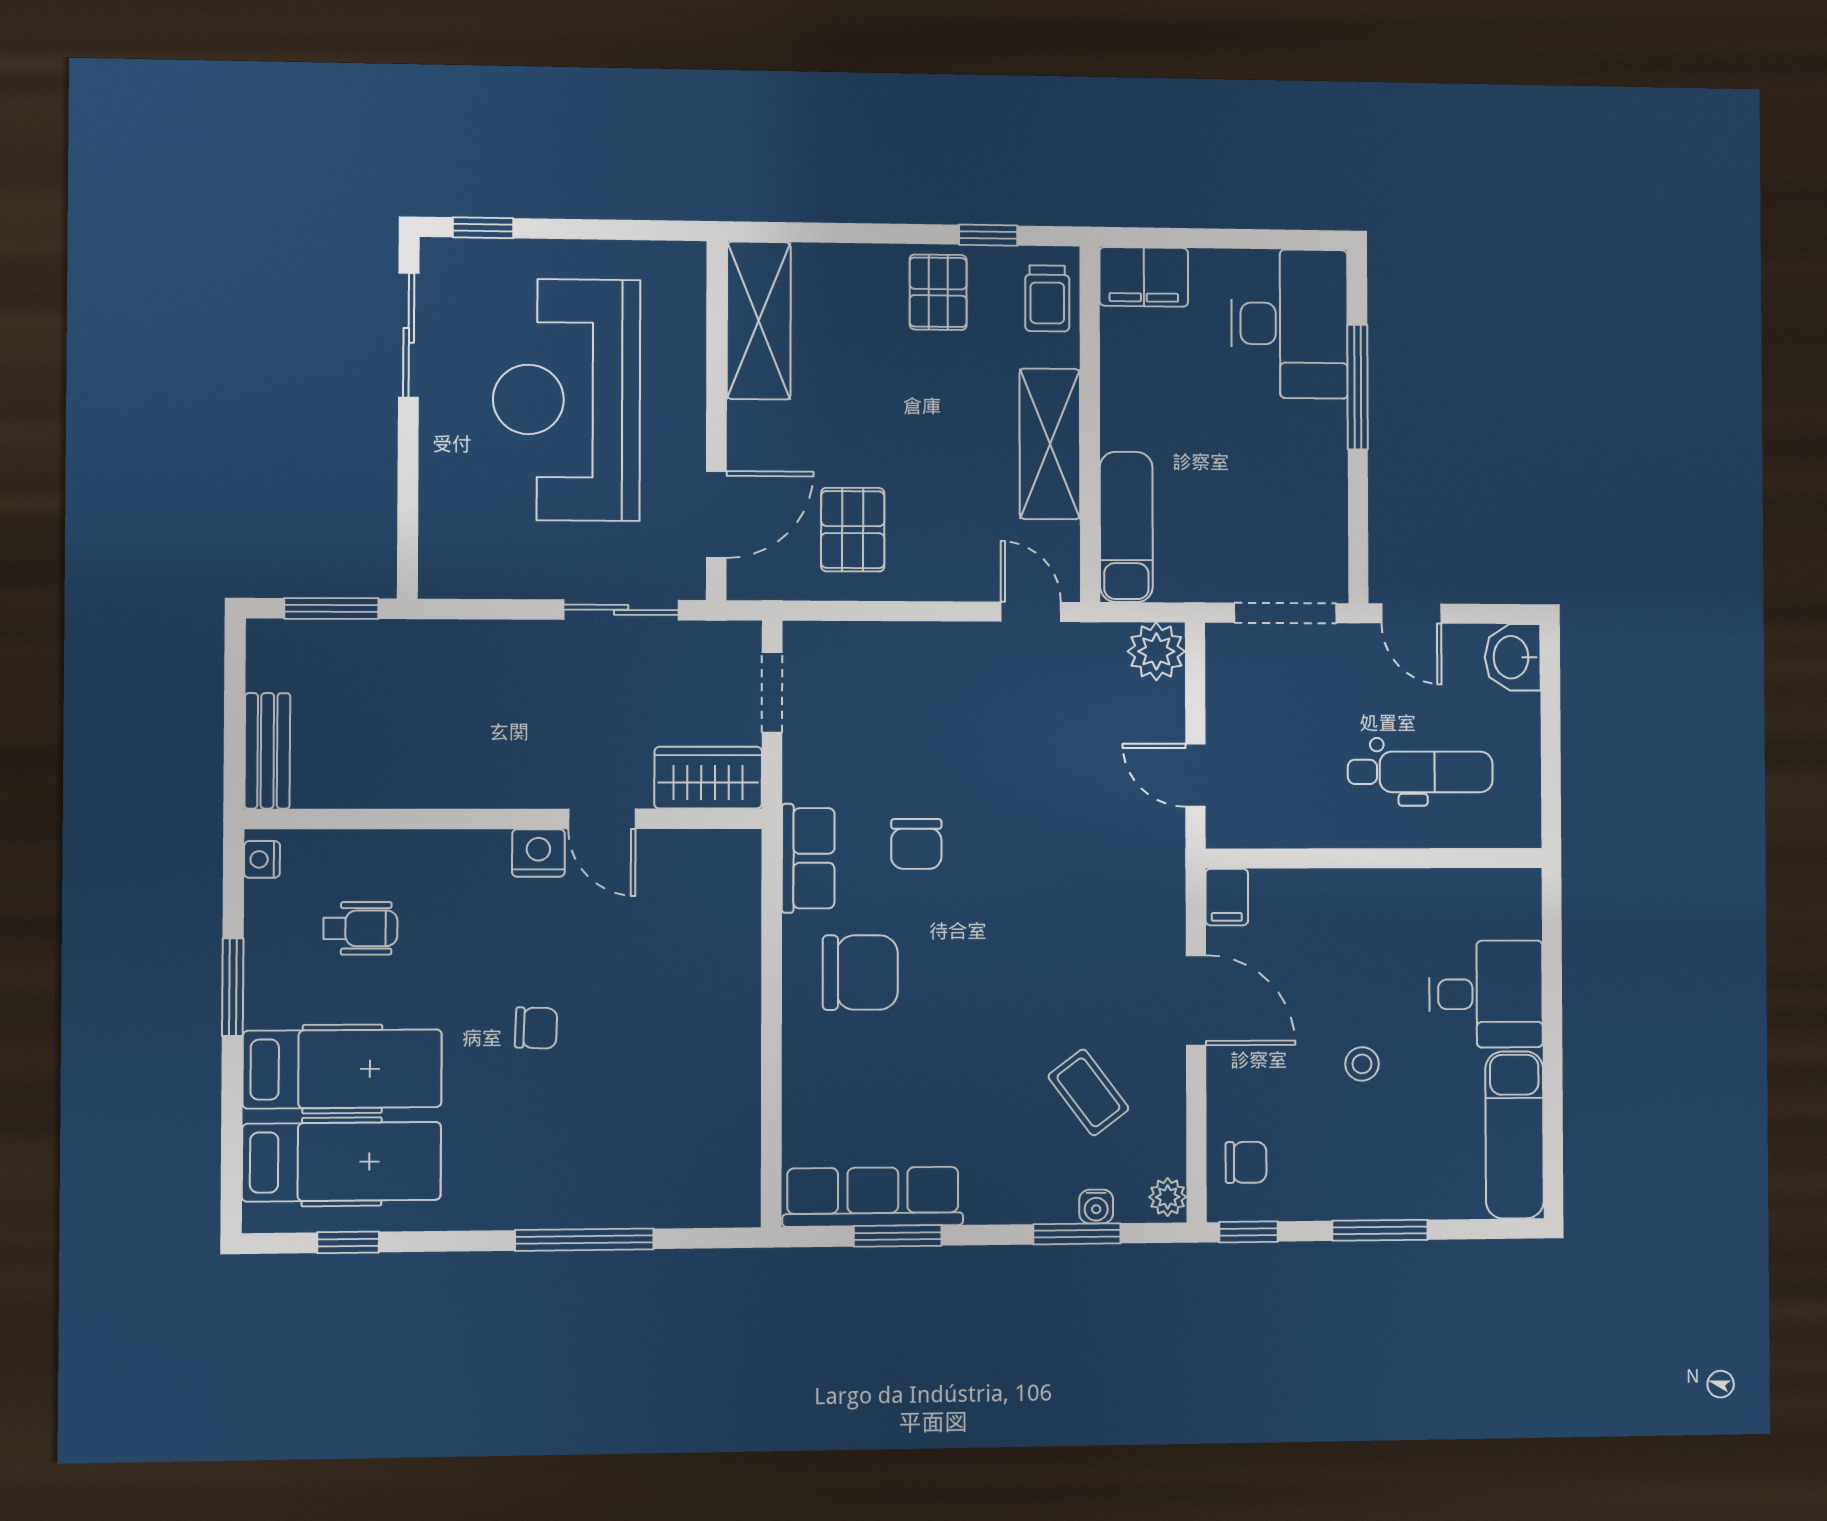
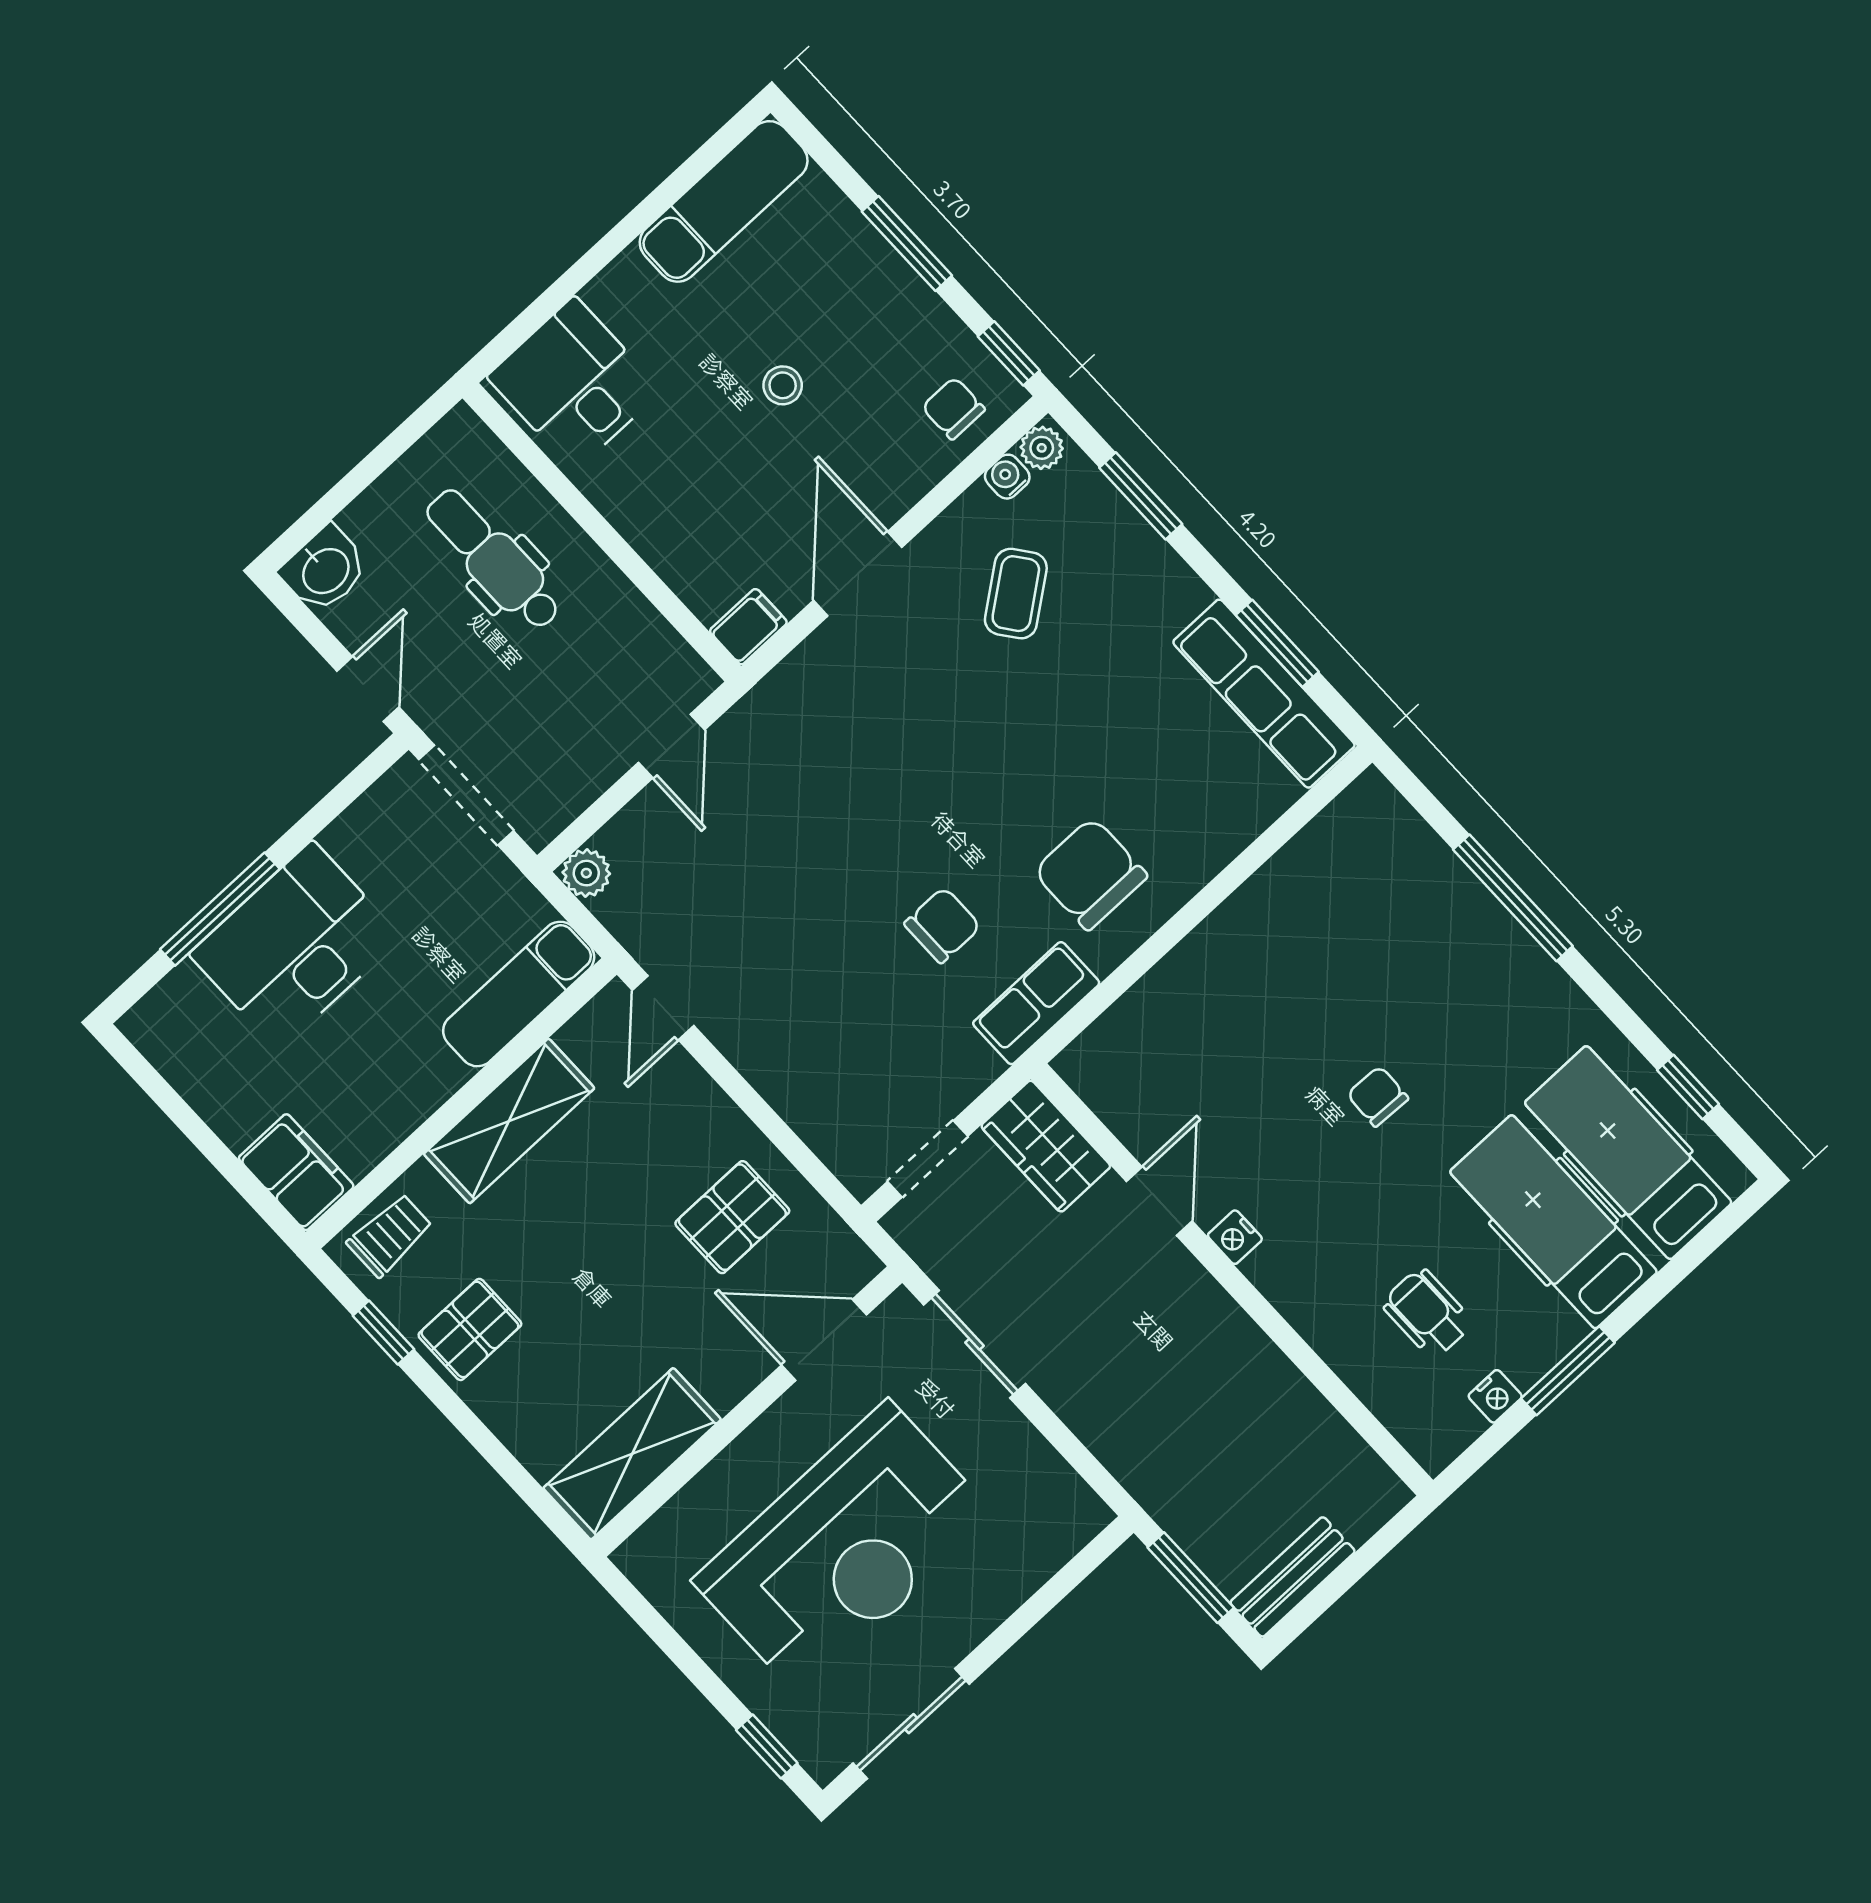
desk: (1290, 324) -> (295, 946), moved
plant: (1156, 651) -> (586, 873), width x0.73, depth x0.73
bench: (267, 751) -> (1293, 1577), moved
nightstand: (538, 853) -> (1235, 1237), width x0.72, depth x0.74
nightstand: (262, 859) -> (1495, 1396), moved
desk: (1486, 994) -> (574, 384), moved
water cooler: (1096, 1206) -> (1007, 477), moved, turned -90

